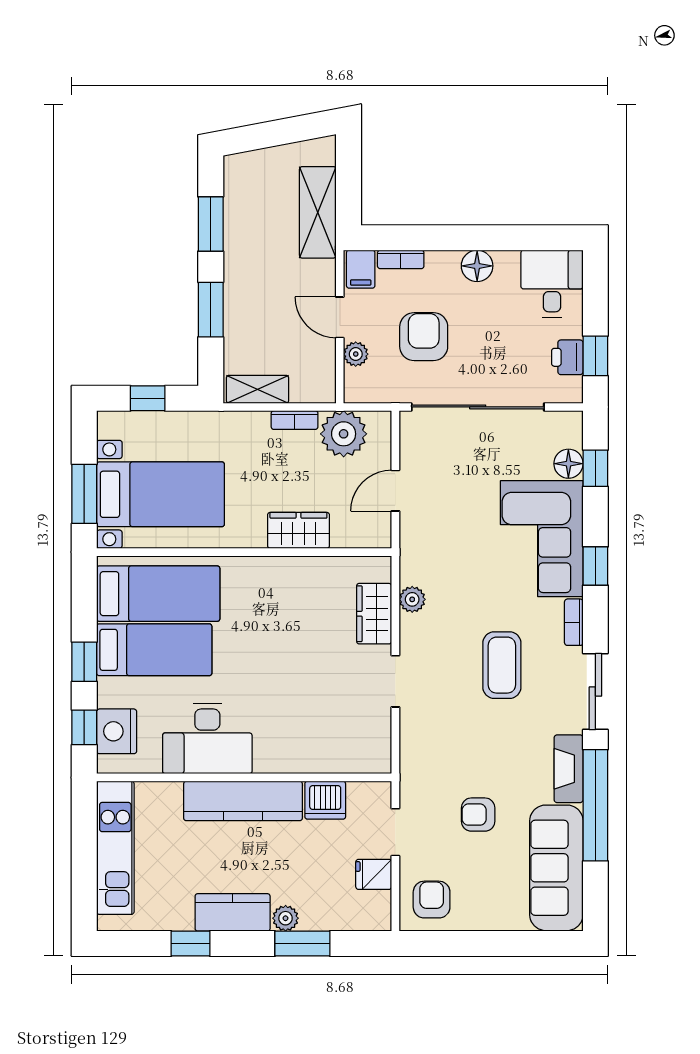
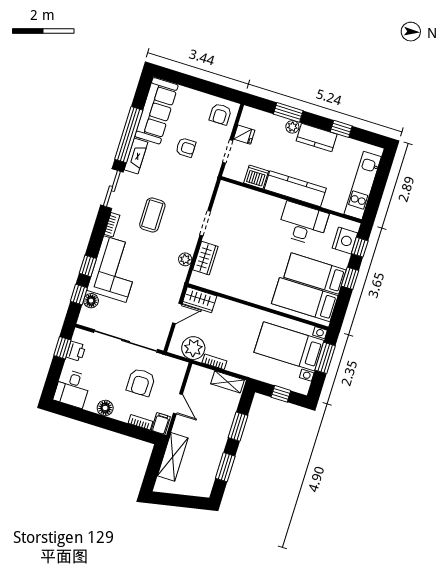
plant: (356, 354) -> (176, 384), removed
wardrobe: (298, 530) -> (199, 300), moved
window: (595, 566) -> (88, 266), moved

